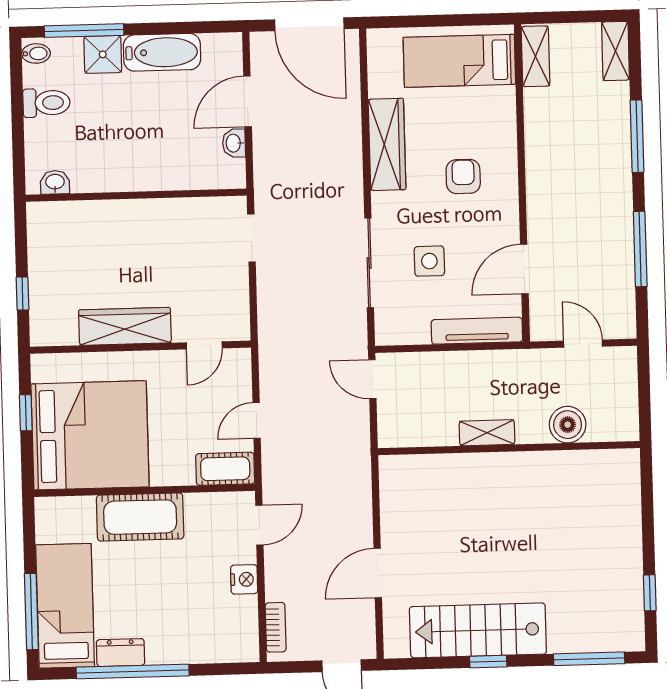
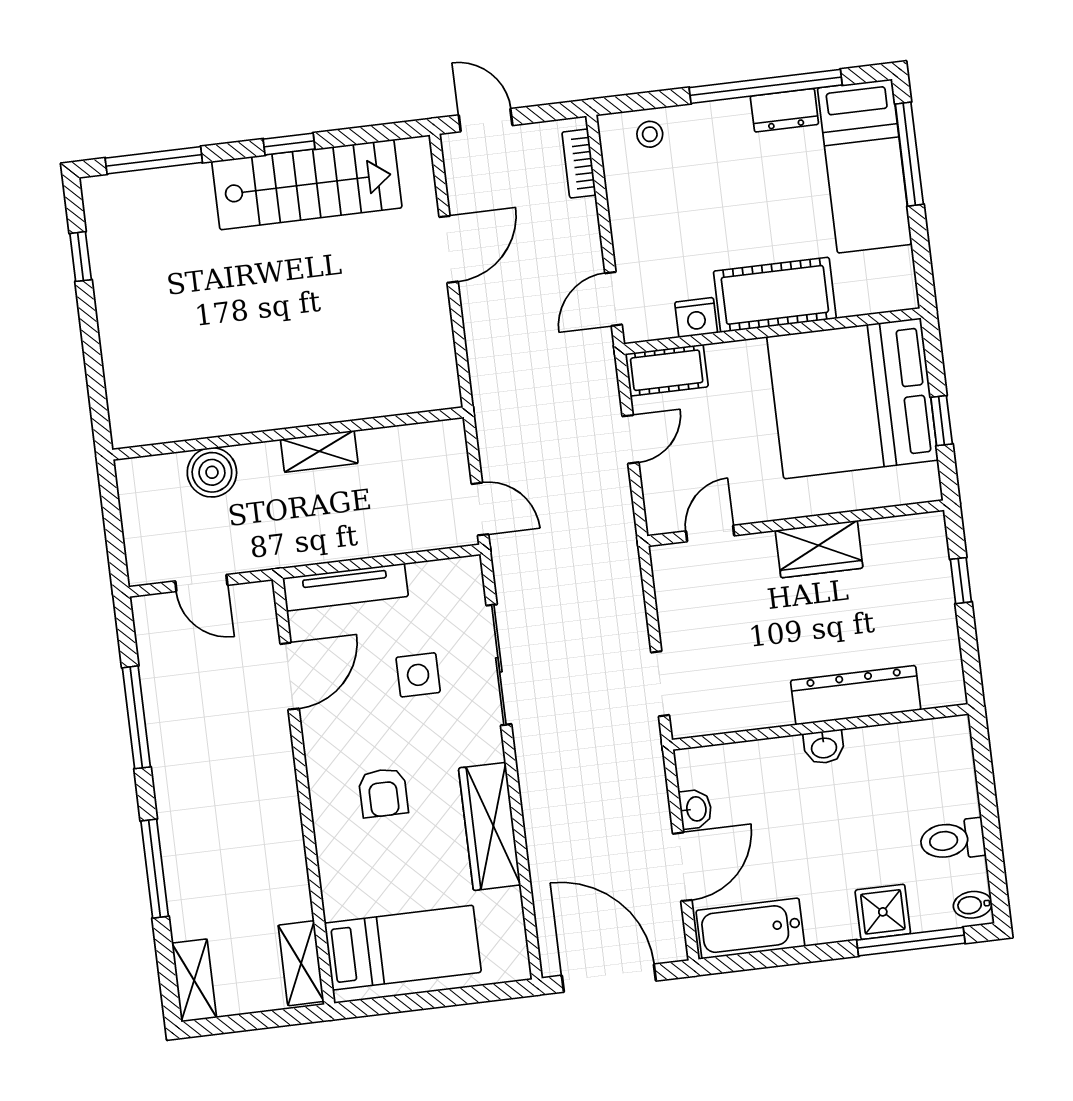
bathtub: (162, 52) -> (750, 928), moved
washbasin: (55, 182) -> (824, 747), moved
dresser: (108, 216) -> (856, 695), added
wardrobe: (125, 326) -> (819, 549), width x0.67
nightstand: (244, 579) -> (696, 318), moved, turned -90
stool: (221, 644) -> (650, 134), added

